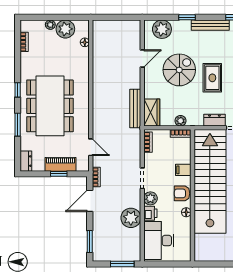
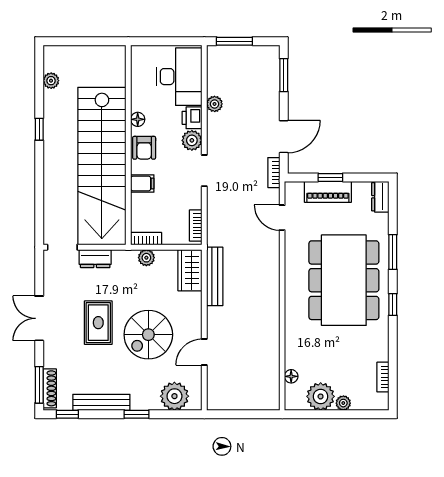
armchair: (182, 193) -> (144, 148), turned 90
plant: (131, 218) -> (215, 104), width x0.53, depth x0.53

